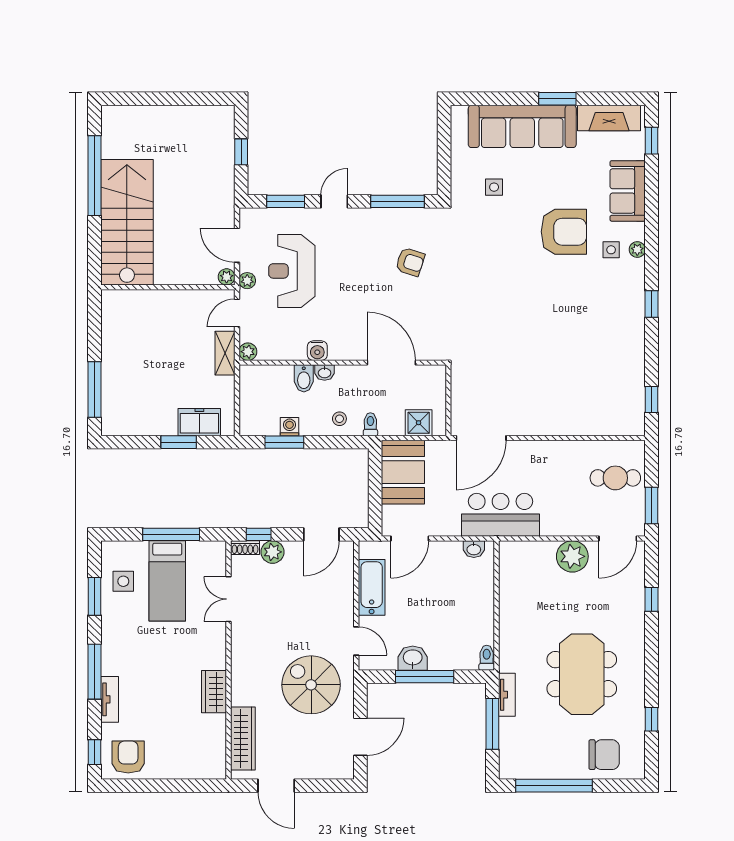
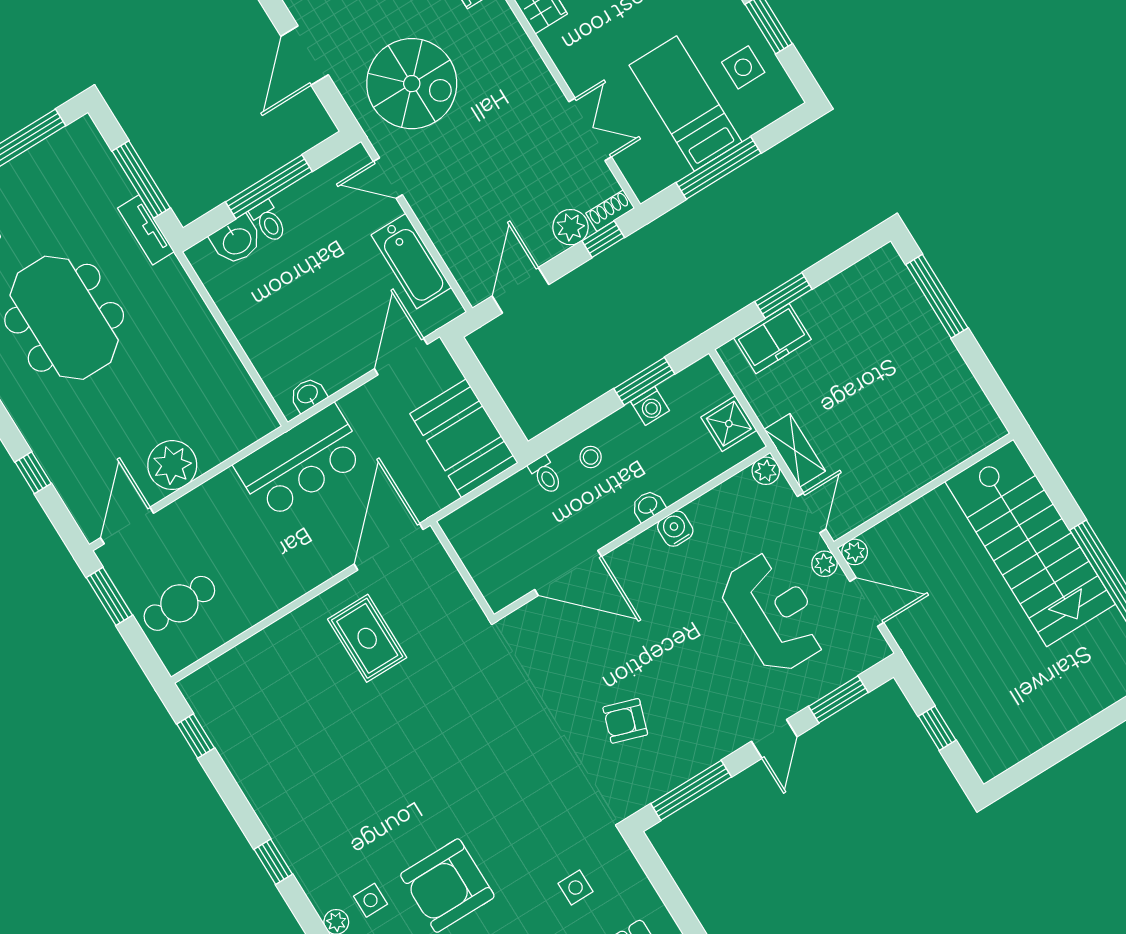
bidet: (304, 378) -> (671, 481), removed
rug: (524, 395) -> (367, 638), added
shower: (419, 423) -> (729, 424), moved
washbasin: (413, 658) -> (237, 240), moved
toilet: (487, 658) -> (268, 221), moved

